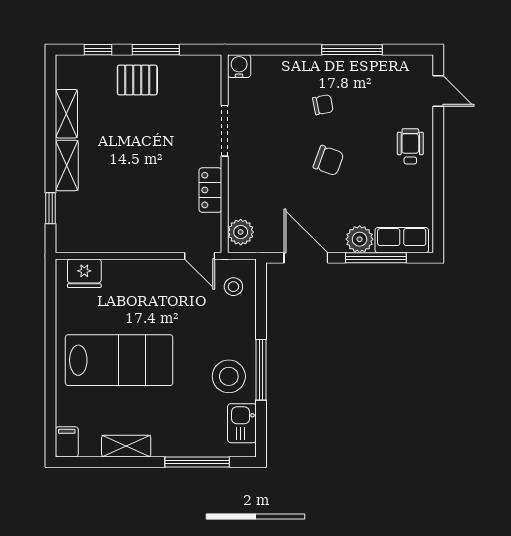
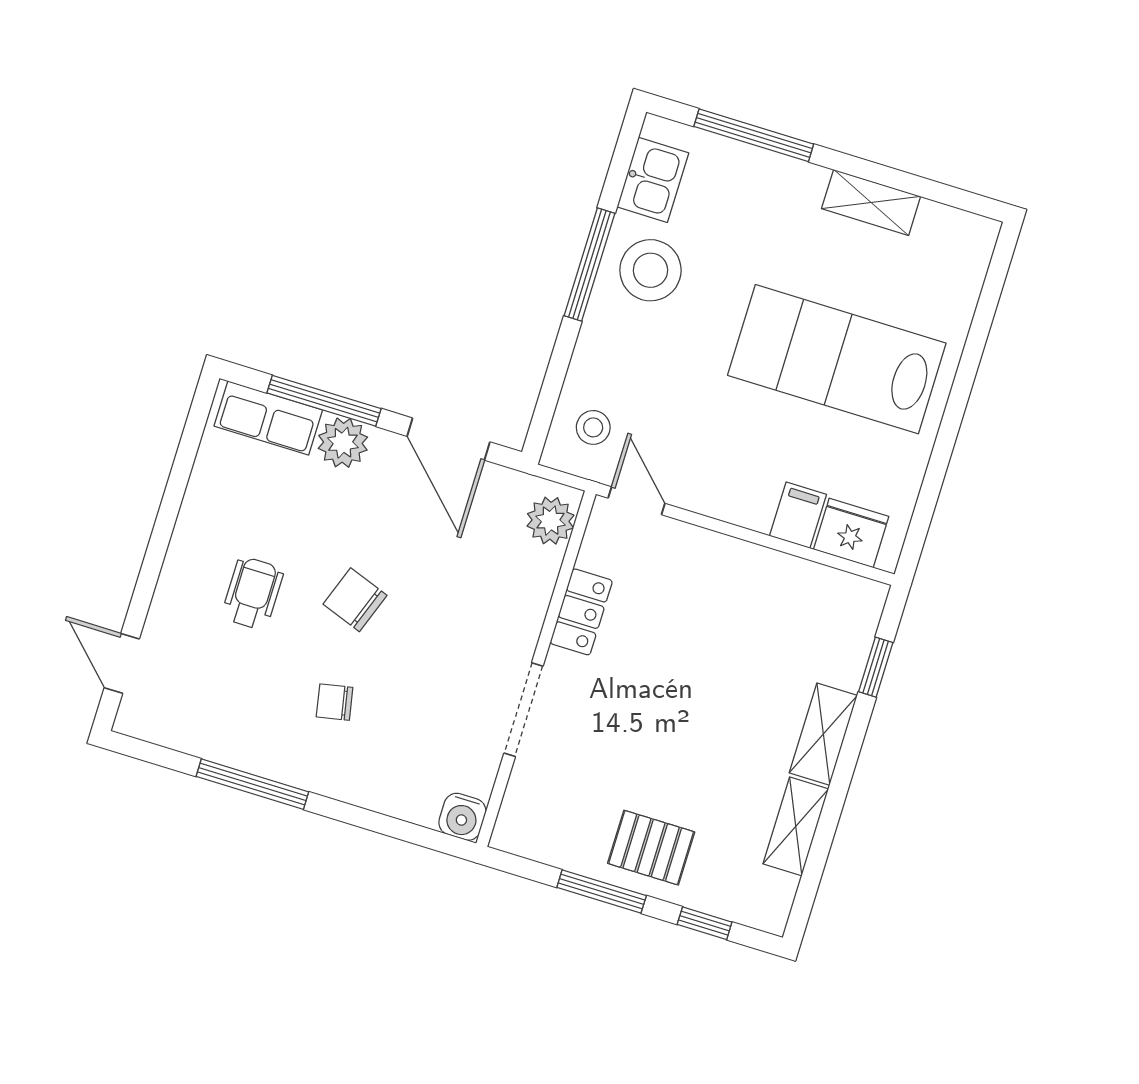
wheelchair: (410, 146) -> (253, 593), moved, turned 180
filing cabinet: (67, 442) -> (798, 515), moved, turned 180

